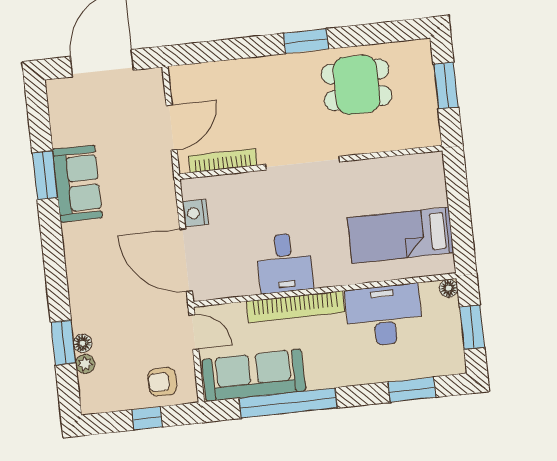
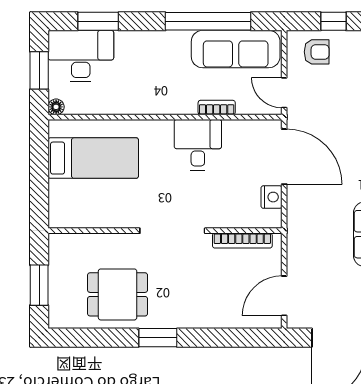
door: (172, 127) -> (284, 296), moved
bookcase: (295, 307) -> (217, 108), width x0.43, depth x0.76
desk: (384, 315) -> (81, 56), moved, turned 180

